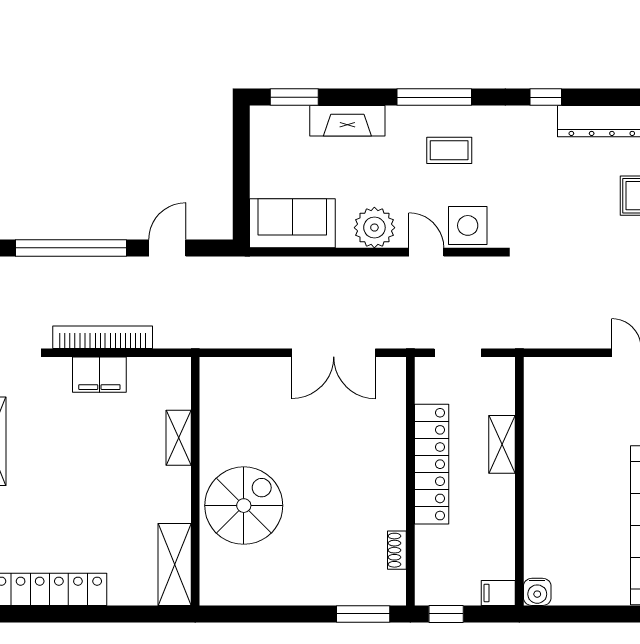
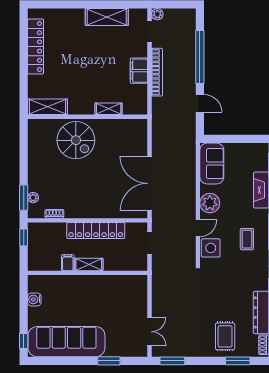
double door: (334, 353) -> (149, 183), width x1.36
shelving: (502, 444) -> (89, 264), moved
water cooler: (537, 592) -> (34, 299), moved
filing cabinet: (498, 593) -> (68, 263), moved
plant: (363, 595) -> (33, 198), added

